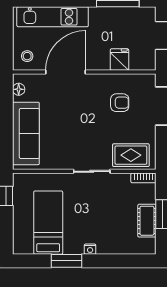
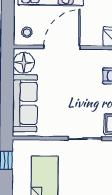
floor lamp: (19, 89) -> (24, 63), width x1.89, depth x1.89

